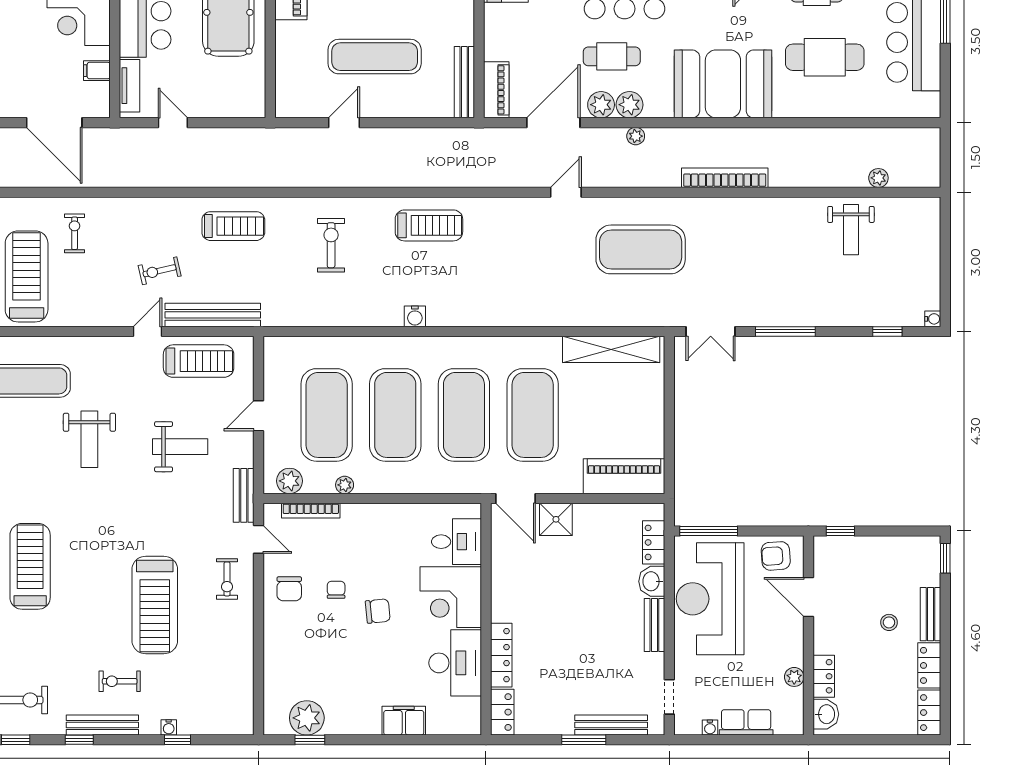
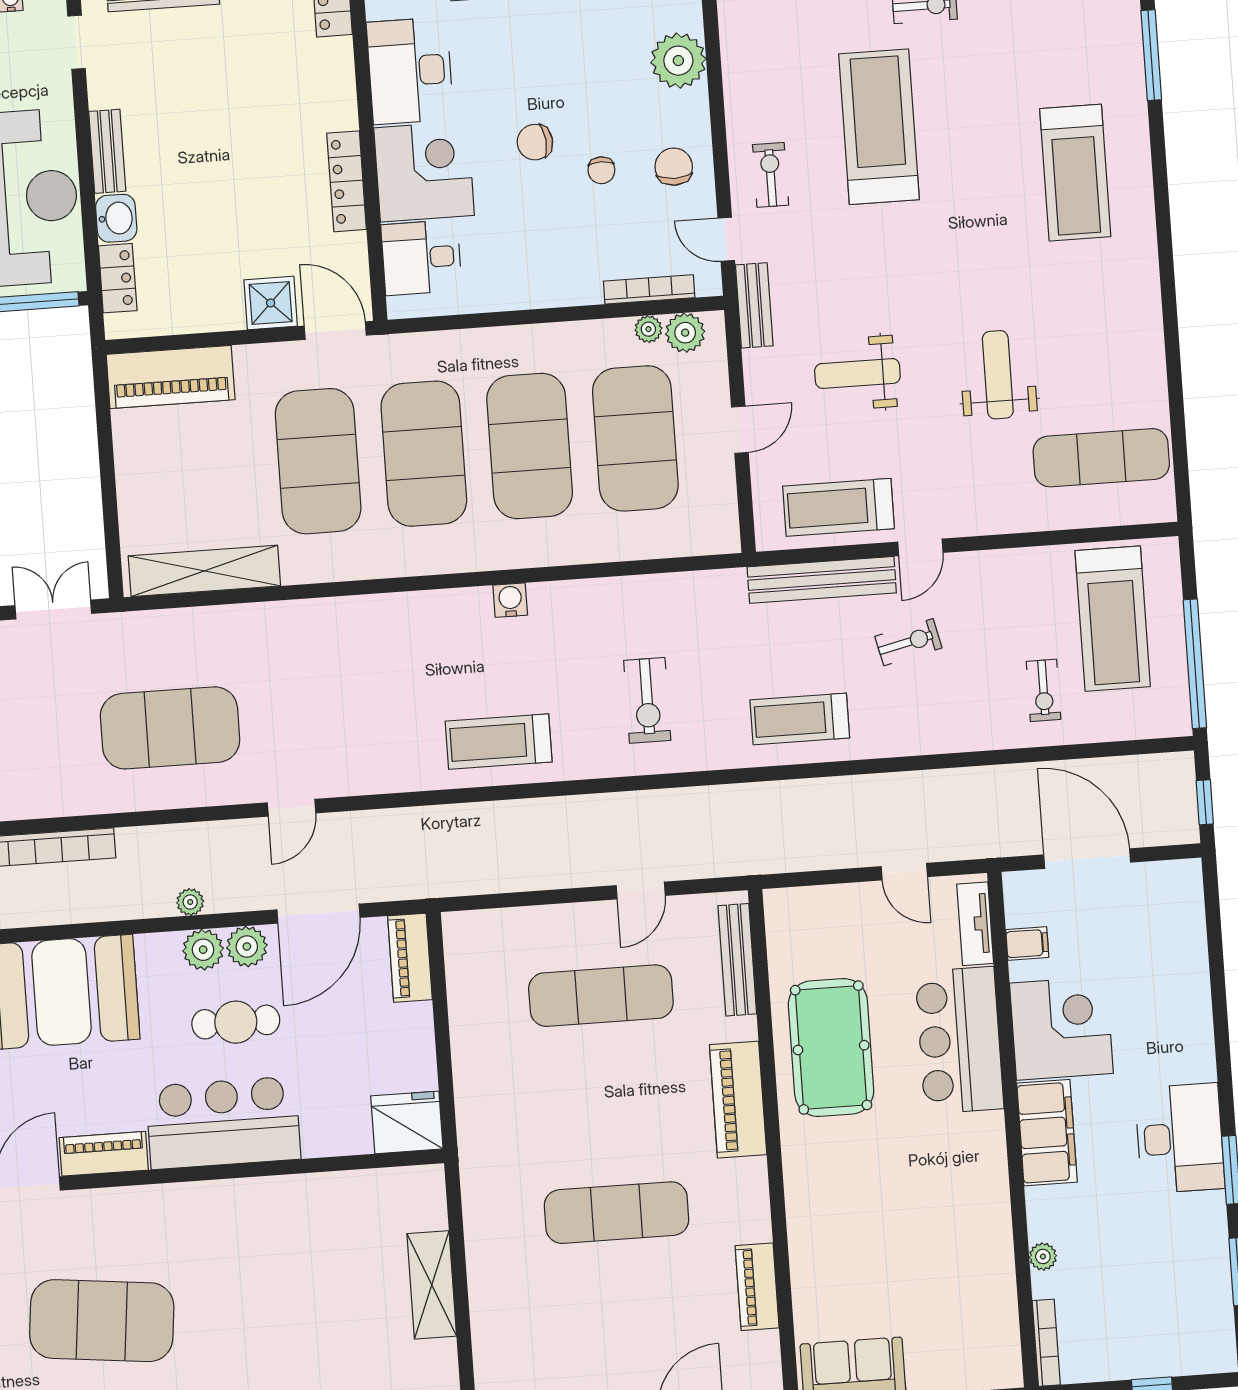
bench: (464, 82) -> (737, 960), moved
plant: (345, 485) -> (648, 329), moved
locker: (501, 655) -> (347, 181), moved
plant: (281, 657) -> (678, 61), added

